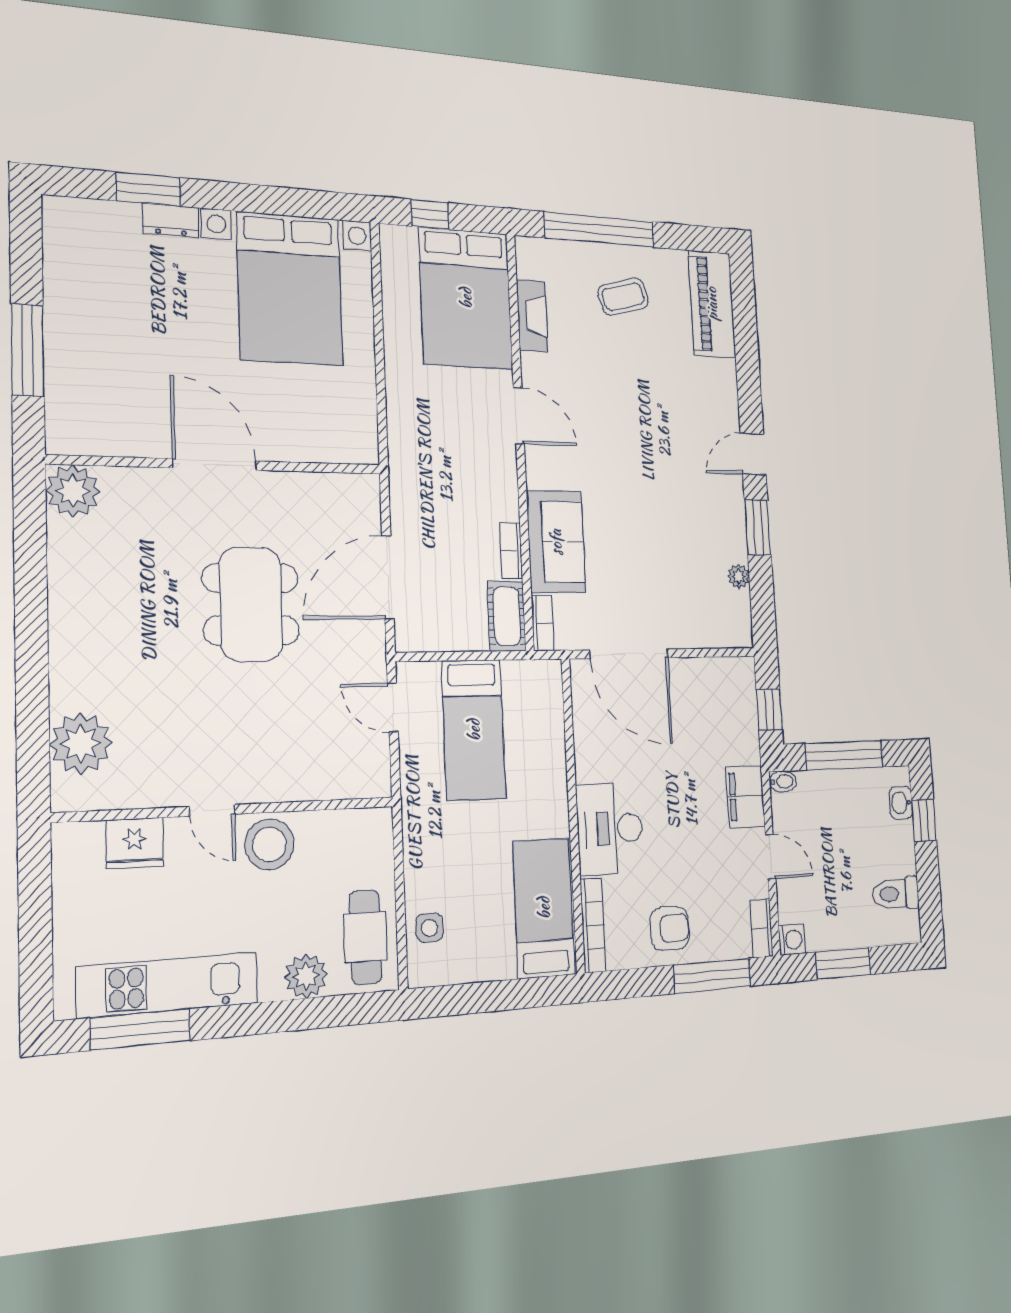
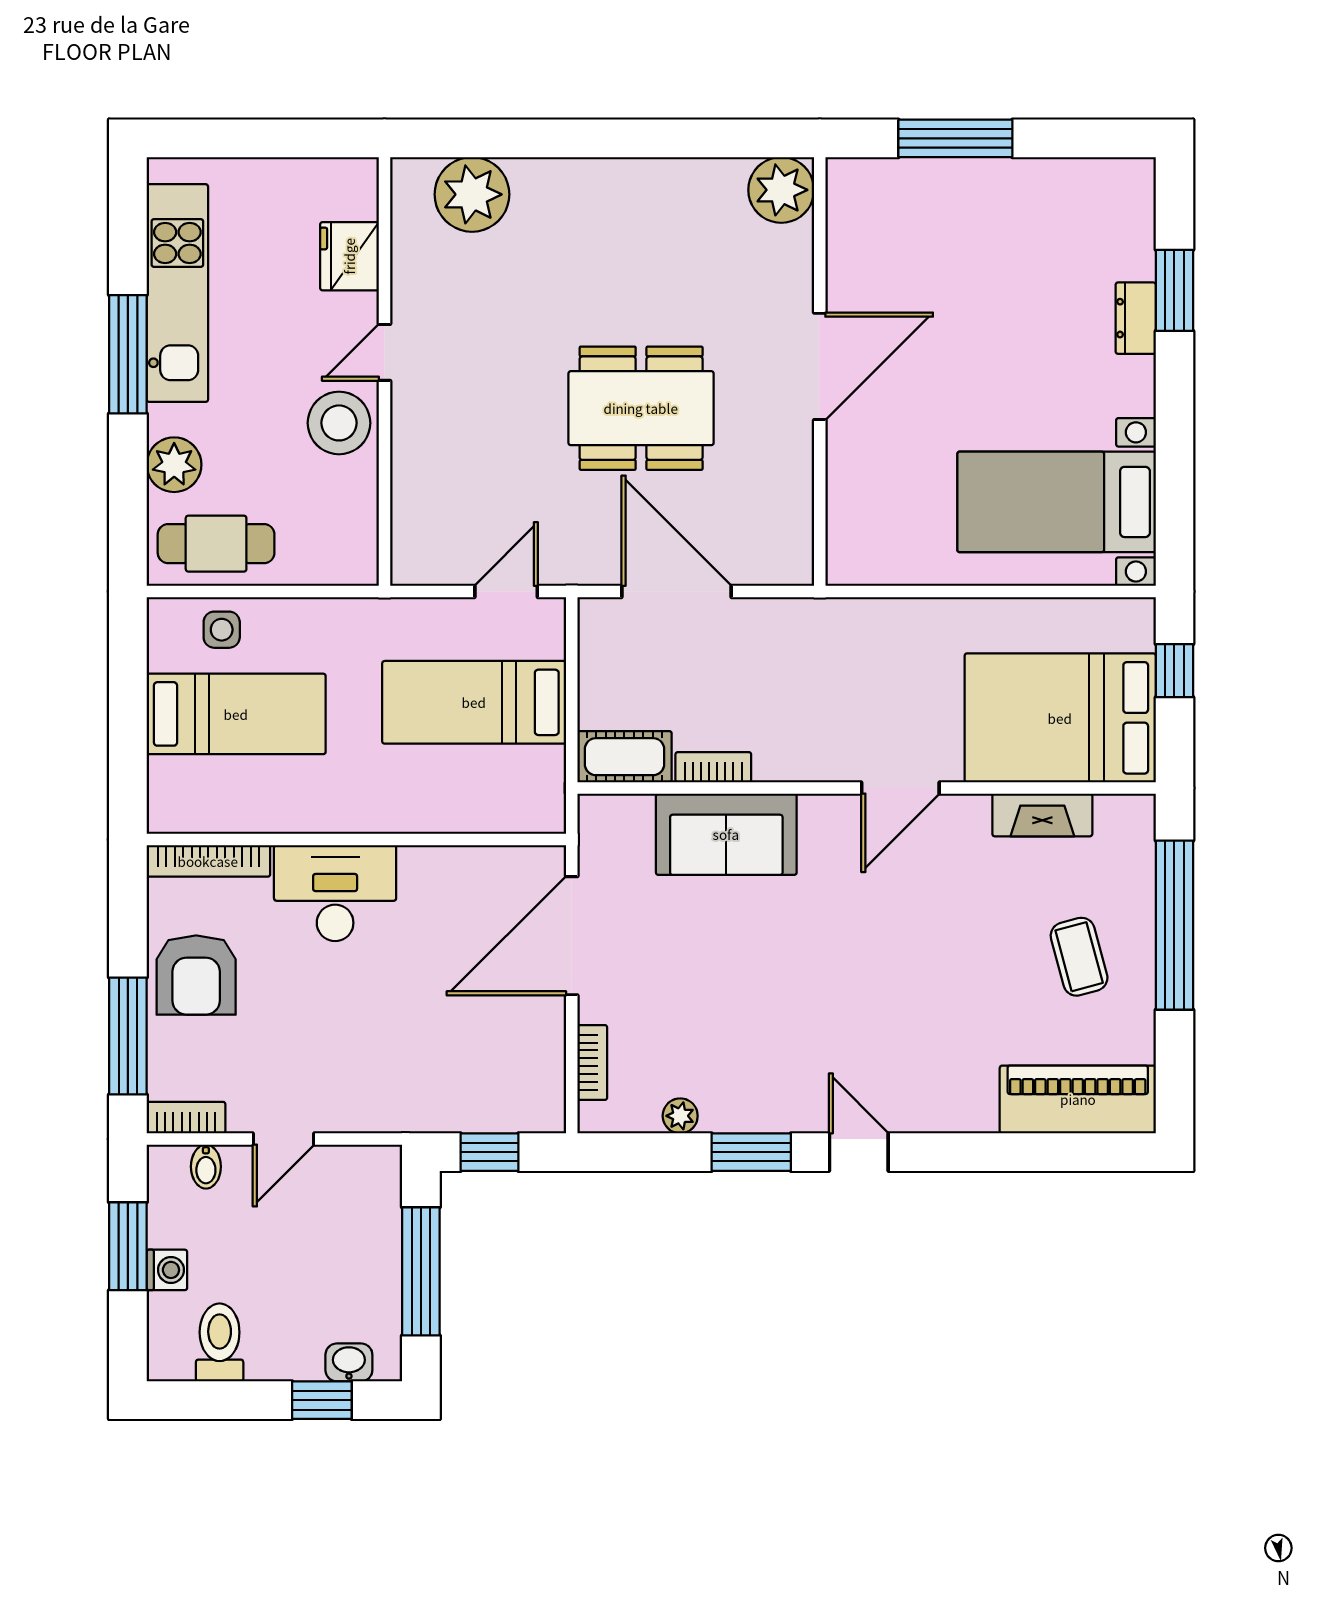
bed with nightstands: (290, 289) -> (1057, 502), width x0.73
bookcase: (543, 623) -> (592, 1062), moved, turned -90
bidet: (783, 782) -> (206, 1167), moved
filing cabinet: (745, 797) -> (369, 1105), removed
bed: (544, 908) -> (236, 714), moved
armchair: (670, 928) -> (196, 975), width x1.38, depth x1.38
washing machine: (792, 940) -> (167, 1270), moved, turned -90
window: (140, 1029) -> (128, 354), moved

